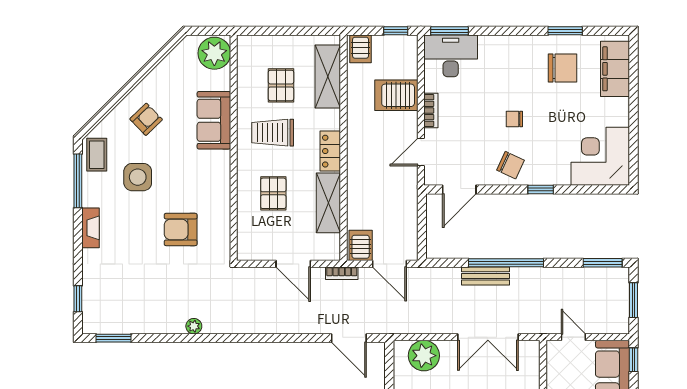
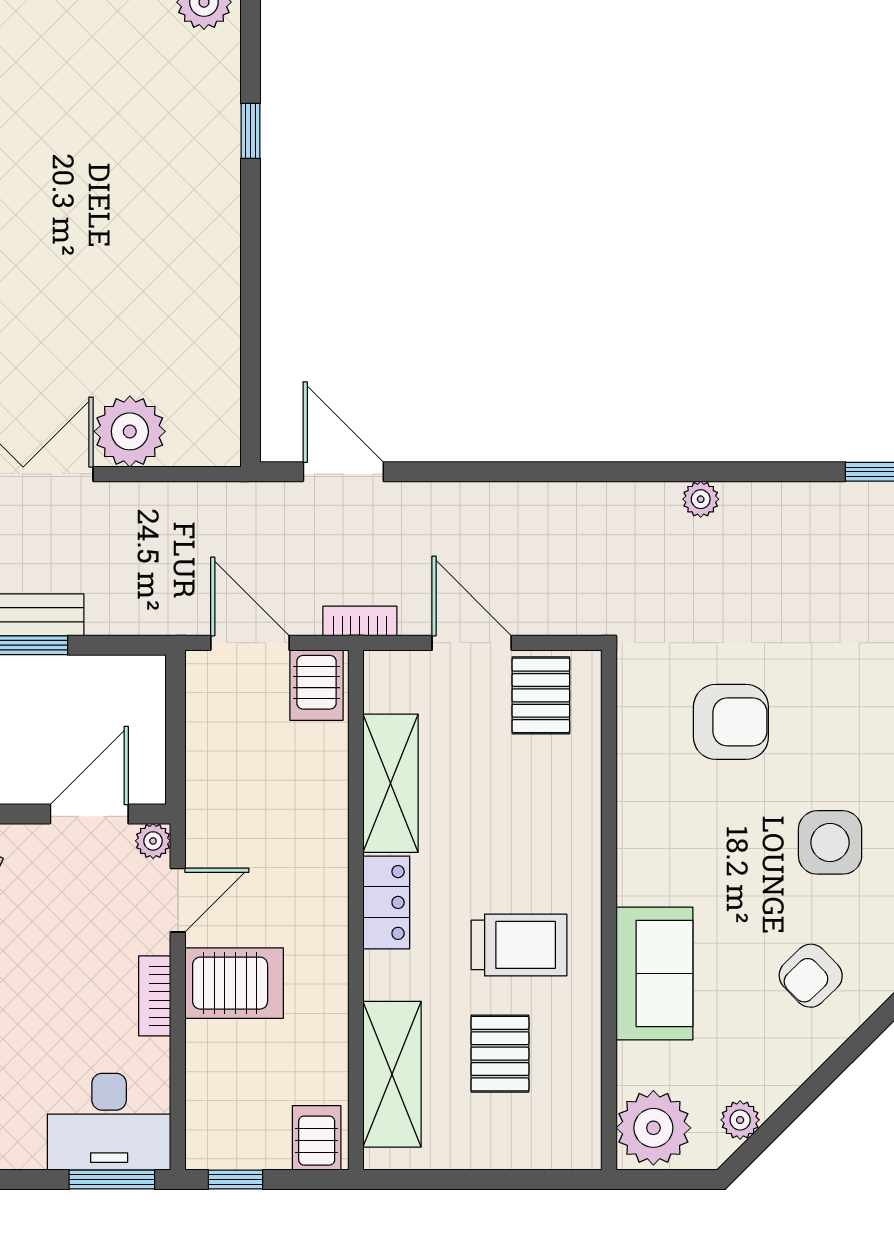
plant: (177, 57) -> (740, 1120), added
server rack: (396, 95) -> (234, 983), moved
plant: (432, 178) -> (153, 841), added
pallet: (273, 193) -> (541, 695), moved
plant: (424, 356) -> (130, 431), moved

